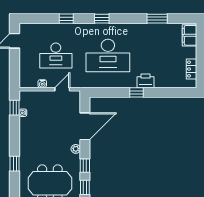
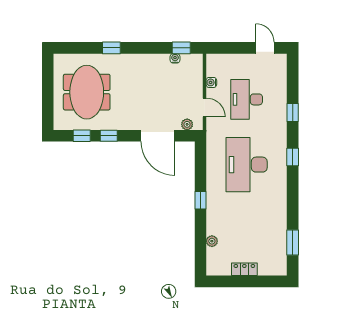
window: (157, 19) -> (293, 243), moved
filing cabinet: (190, 35) -> (272, 267), removed
locker: (192, 69) -> (244, 269), moved
printer: (145, 81) -> (215, 212), removed
plant: (169, 83) -> (212, 241), added
plant: (76, 149) -> (187, 124), moved

